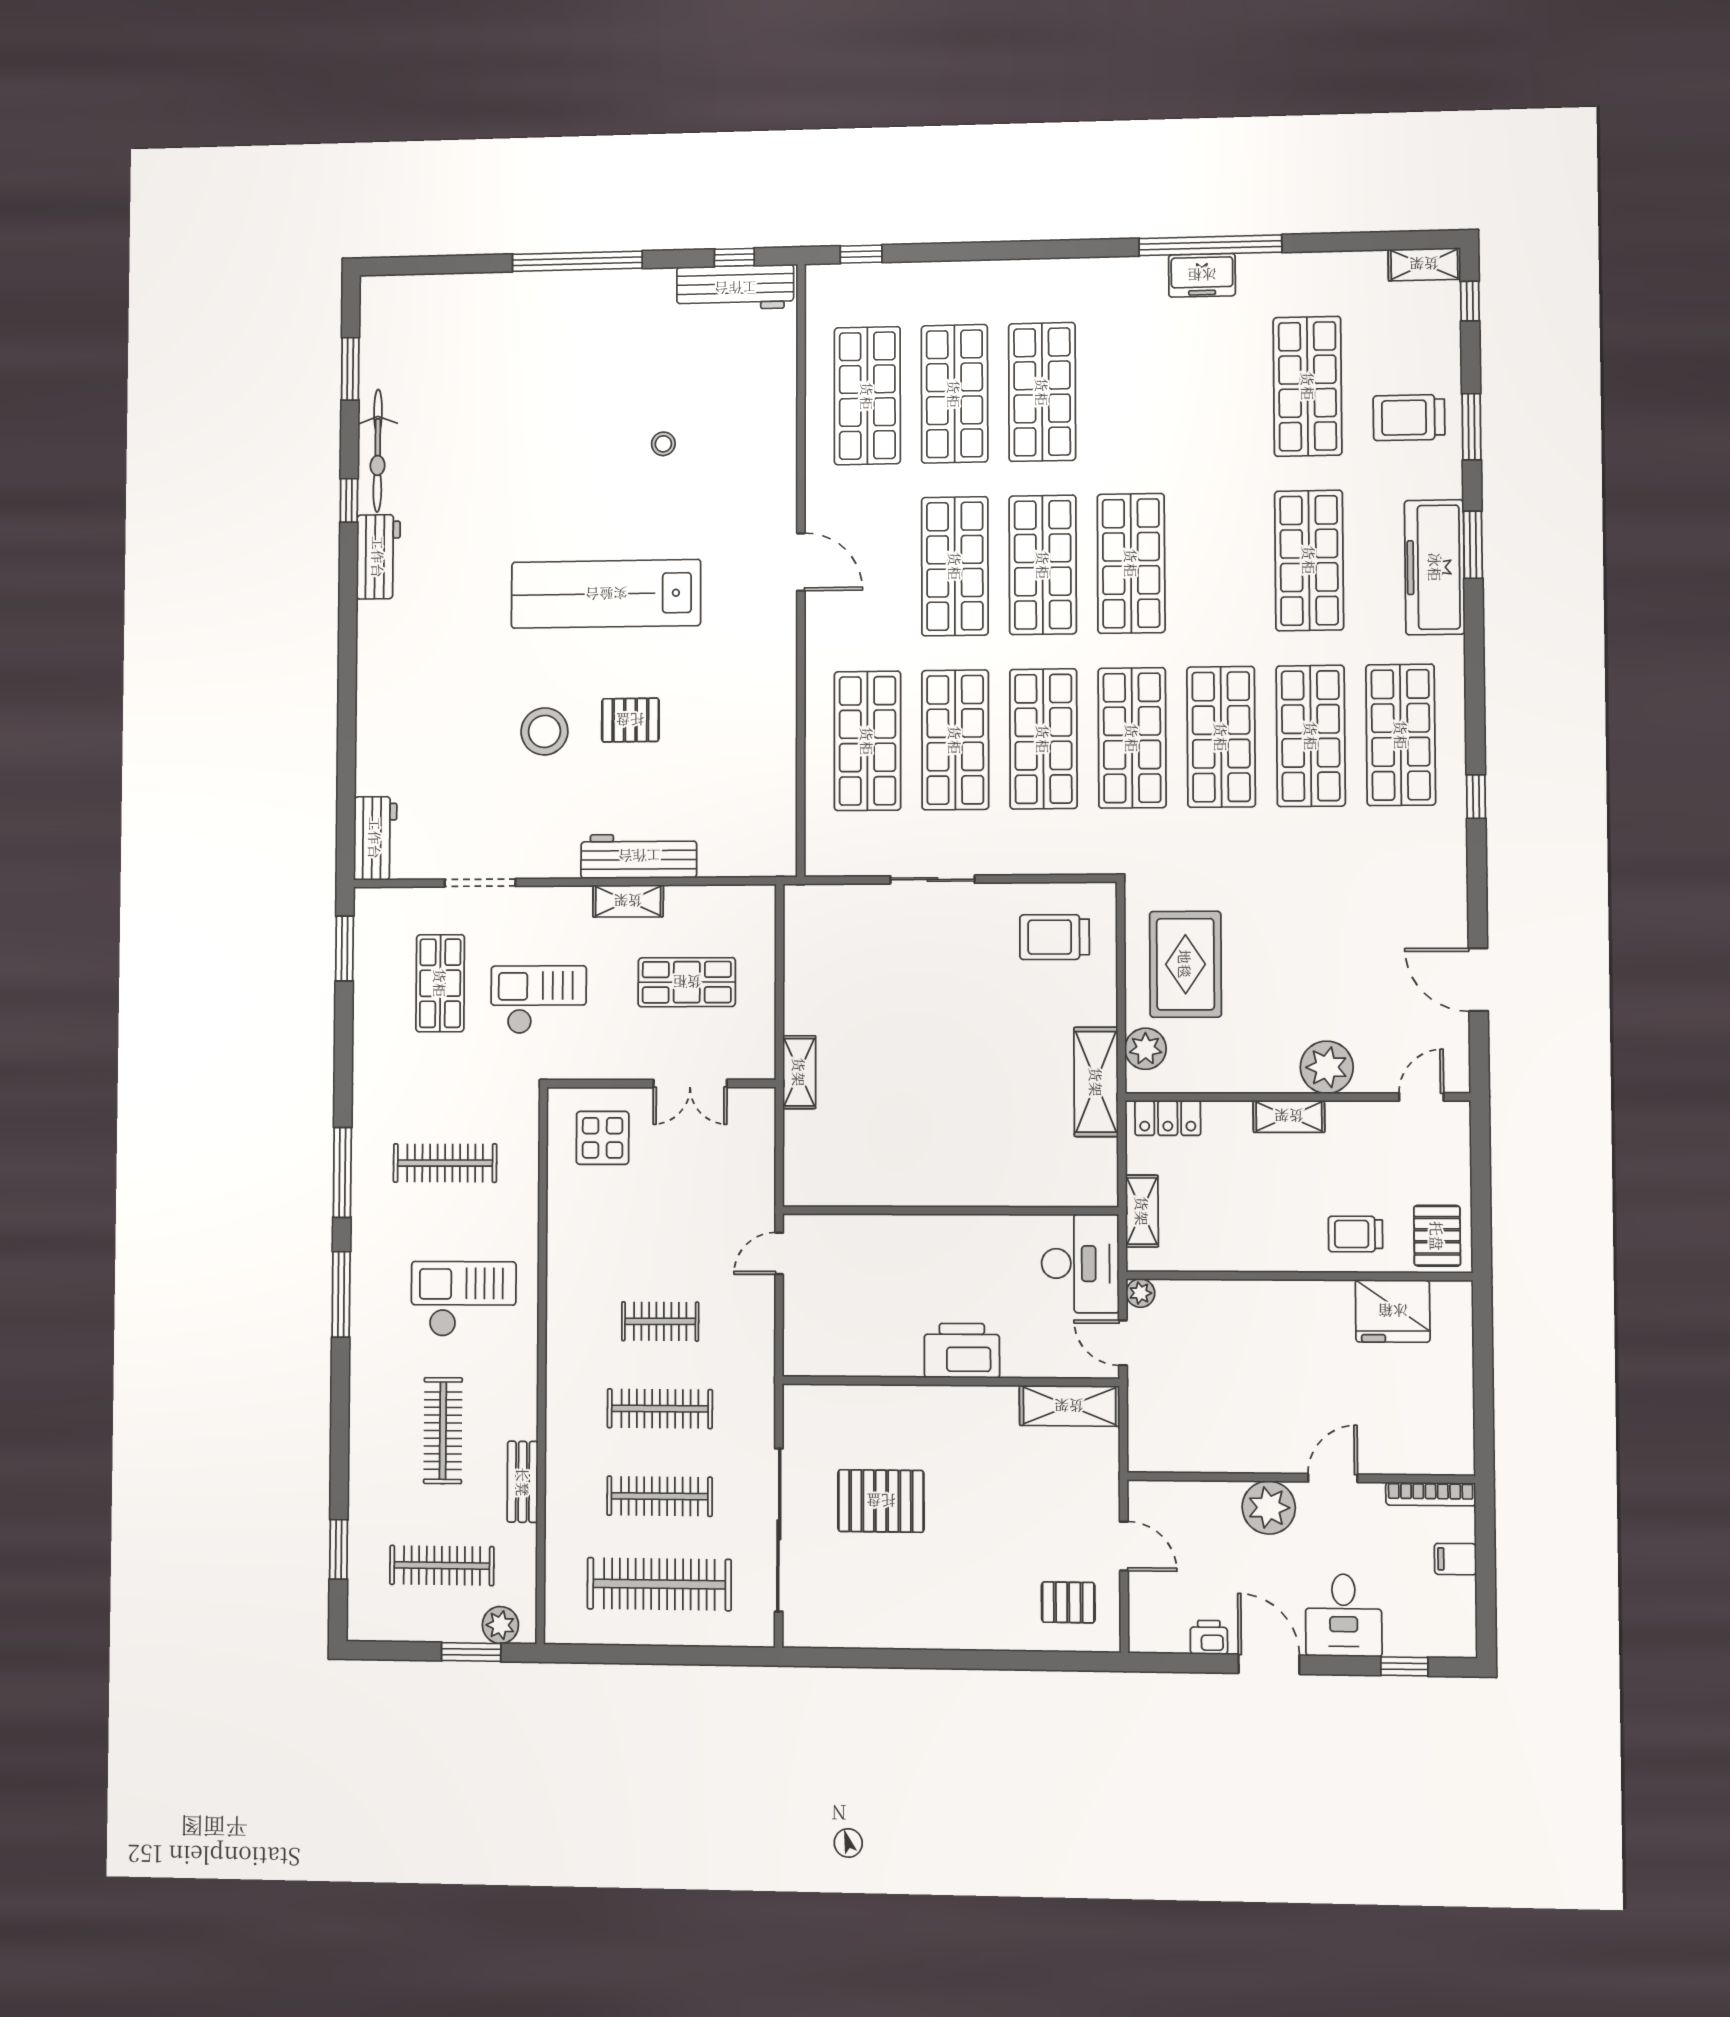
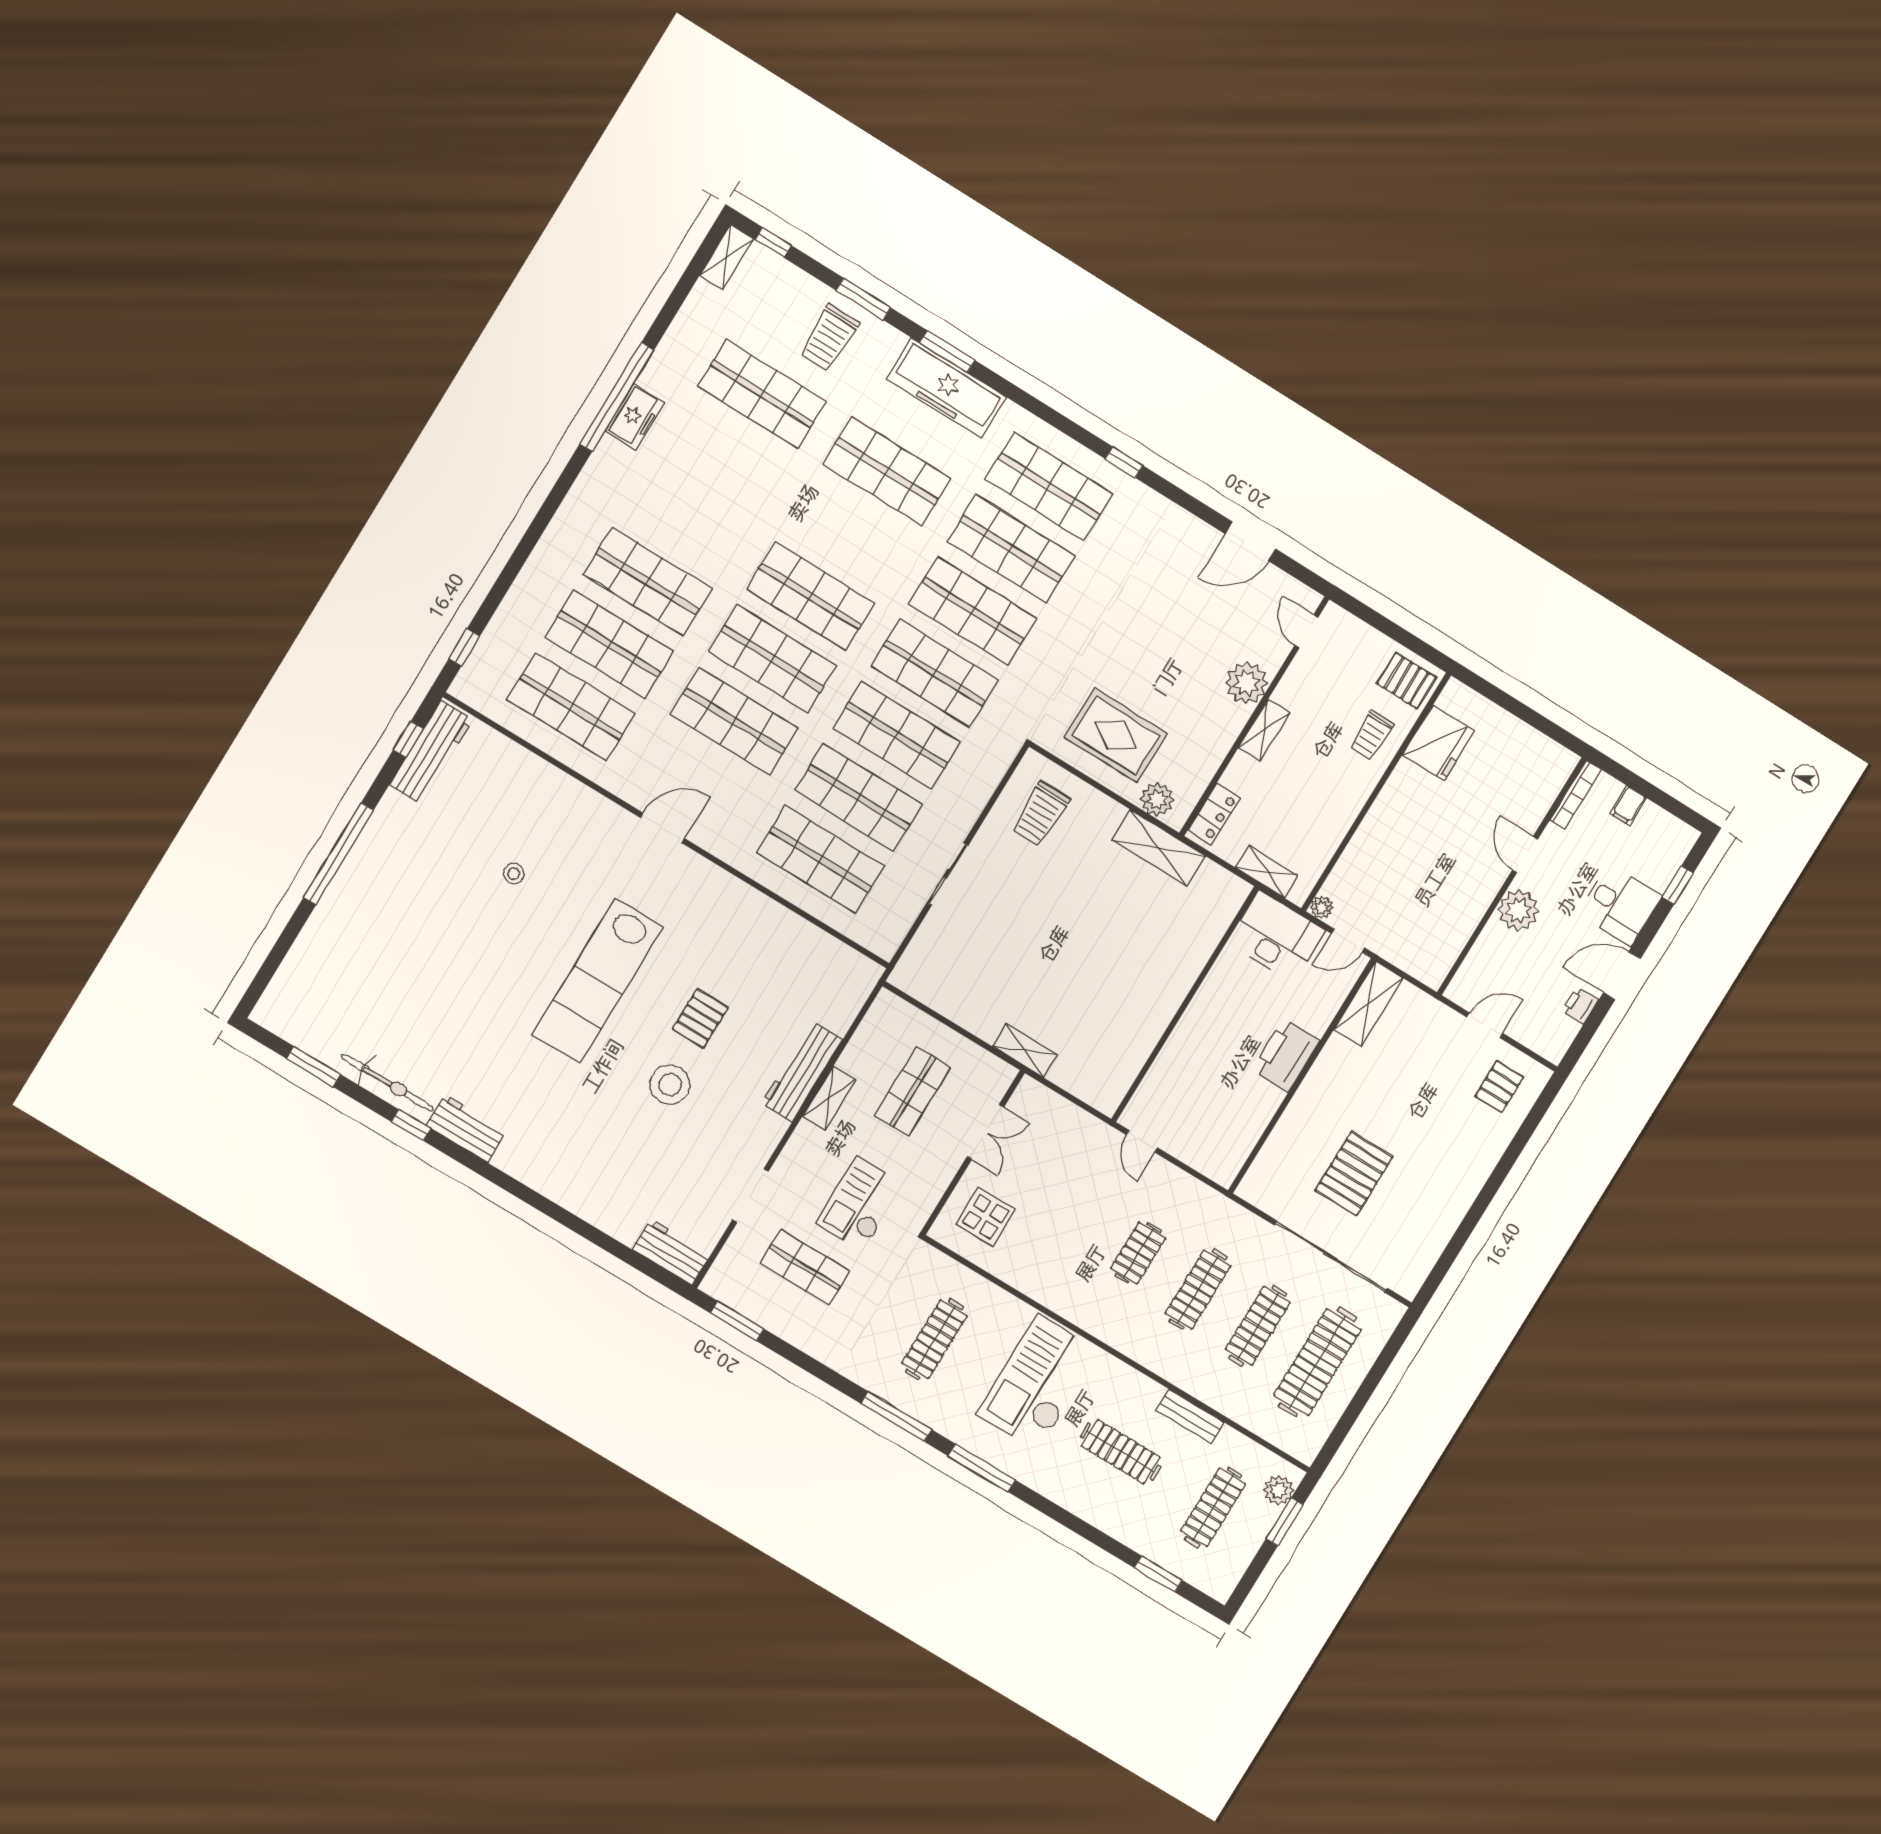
checkout: (464, 1299) -> (1038, 1383), width x1.36, depth x1.21

